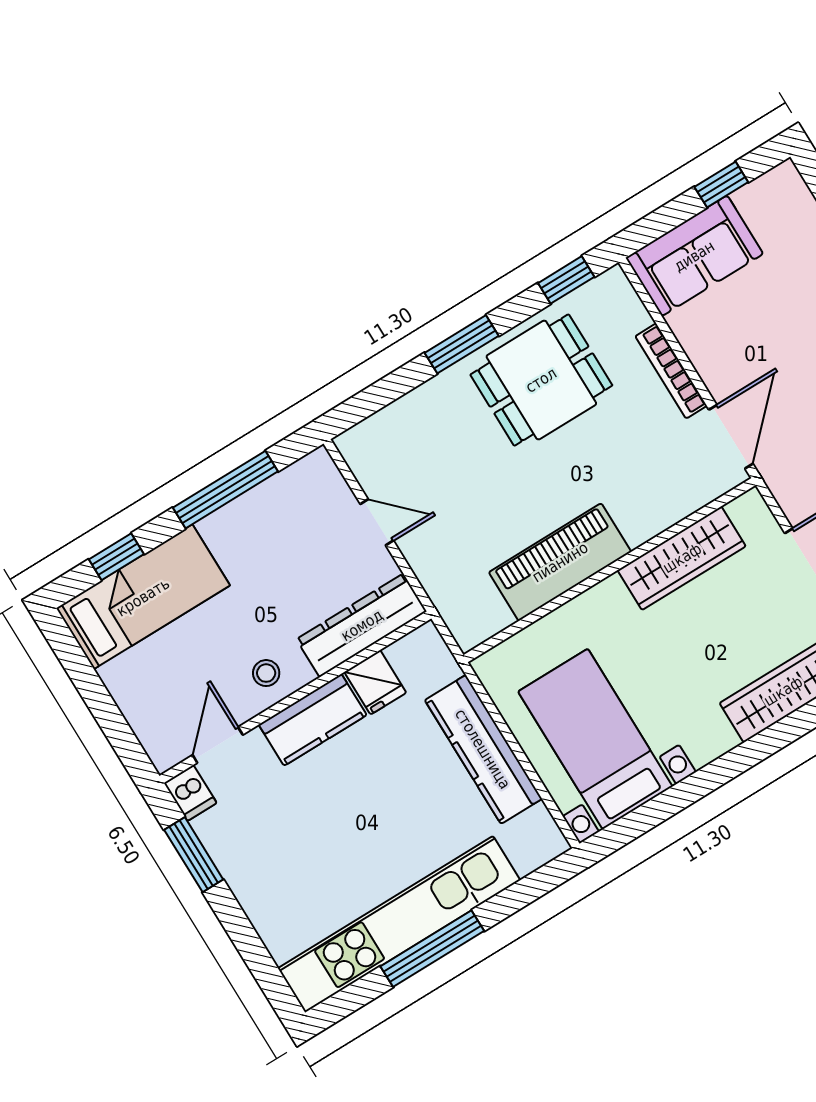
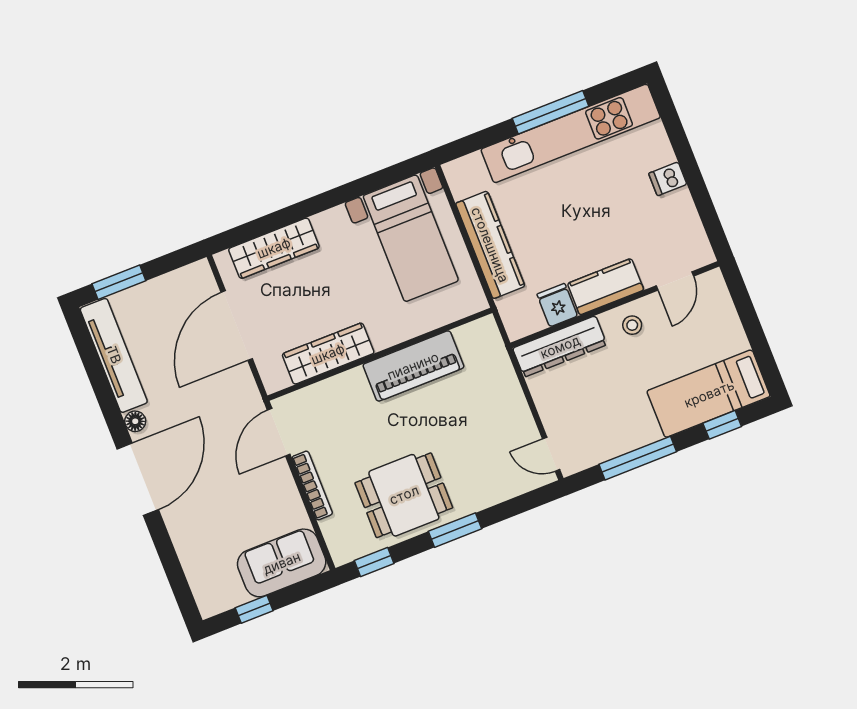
door: (377, 522) -> (551, 454), moved
dishwasher: (190, 793) -> (668, 179), moved, turned -90
window: (194, 855) -> (705, 207), removed

